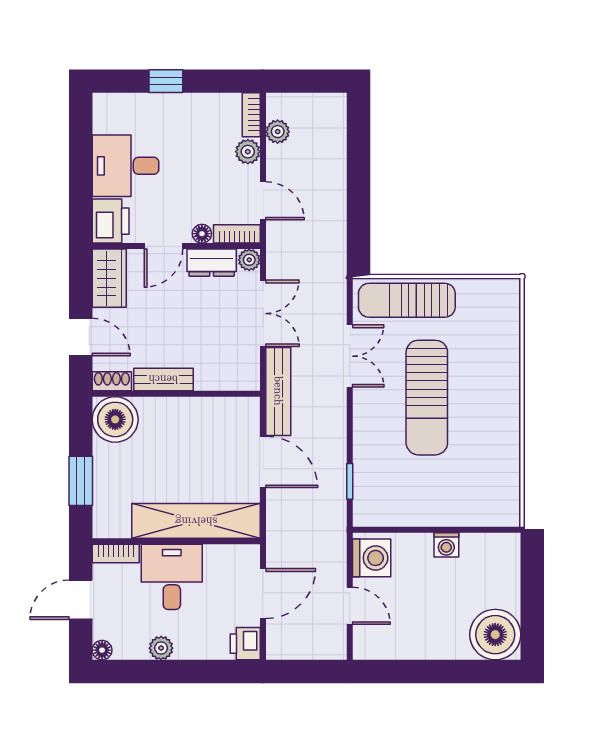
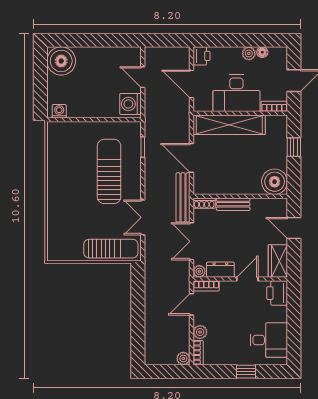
plant: (278, 132) -> (183, 359), moved
desk: (125, 166) -> (269, 340), moved
door: (263, 201) -> (192, 304), hinge flipped
floor lamp: (202, 234) -> (226, 286), removed
bench: (163, 379) -> (233, 204), moved
shoe rack: (112, 381) -> (204, 203), moved
sun lounger: (427, 398) -> (109, 171), moved
window: (81, 481) -> (294, 147), width x0.67
washing machine: (446, 545) -> (59, 111), moved
desk: (172, 577) -> (236, 93), width x1.37
door: (263, 594) -> (192, 84), hinge flipped
floor lamp: (102, 650) -> (262, 52), moved

